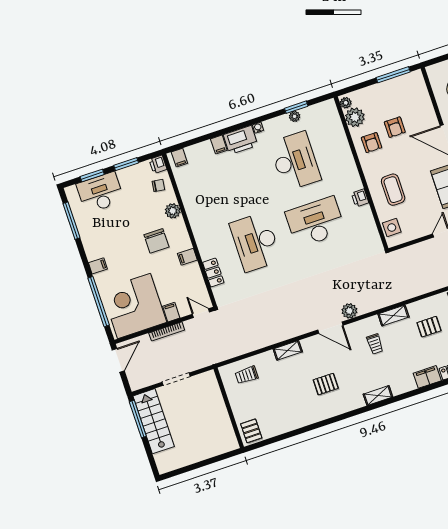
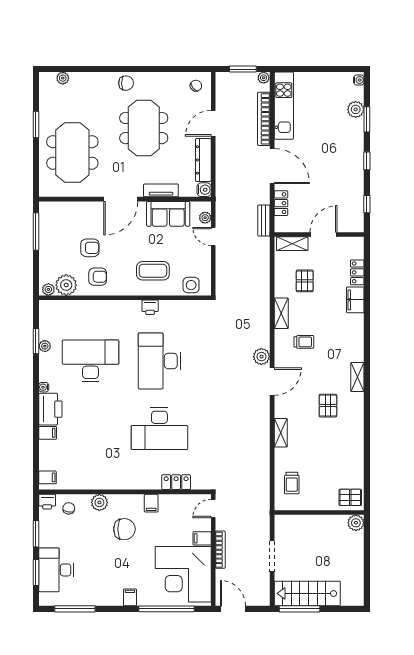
shelving: (378, 396) -> (357, 377), moved
plant: (230, 443) -> (356, 523), added

